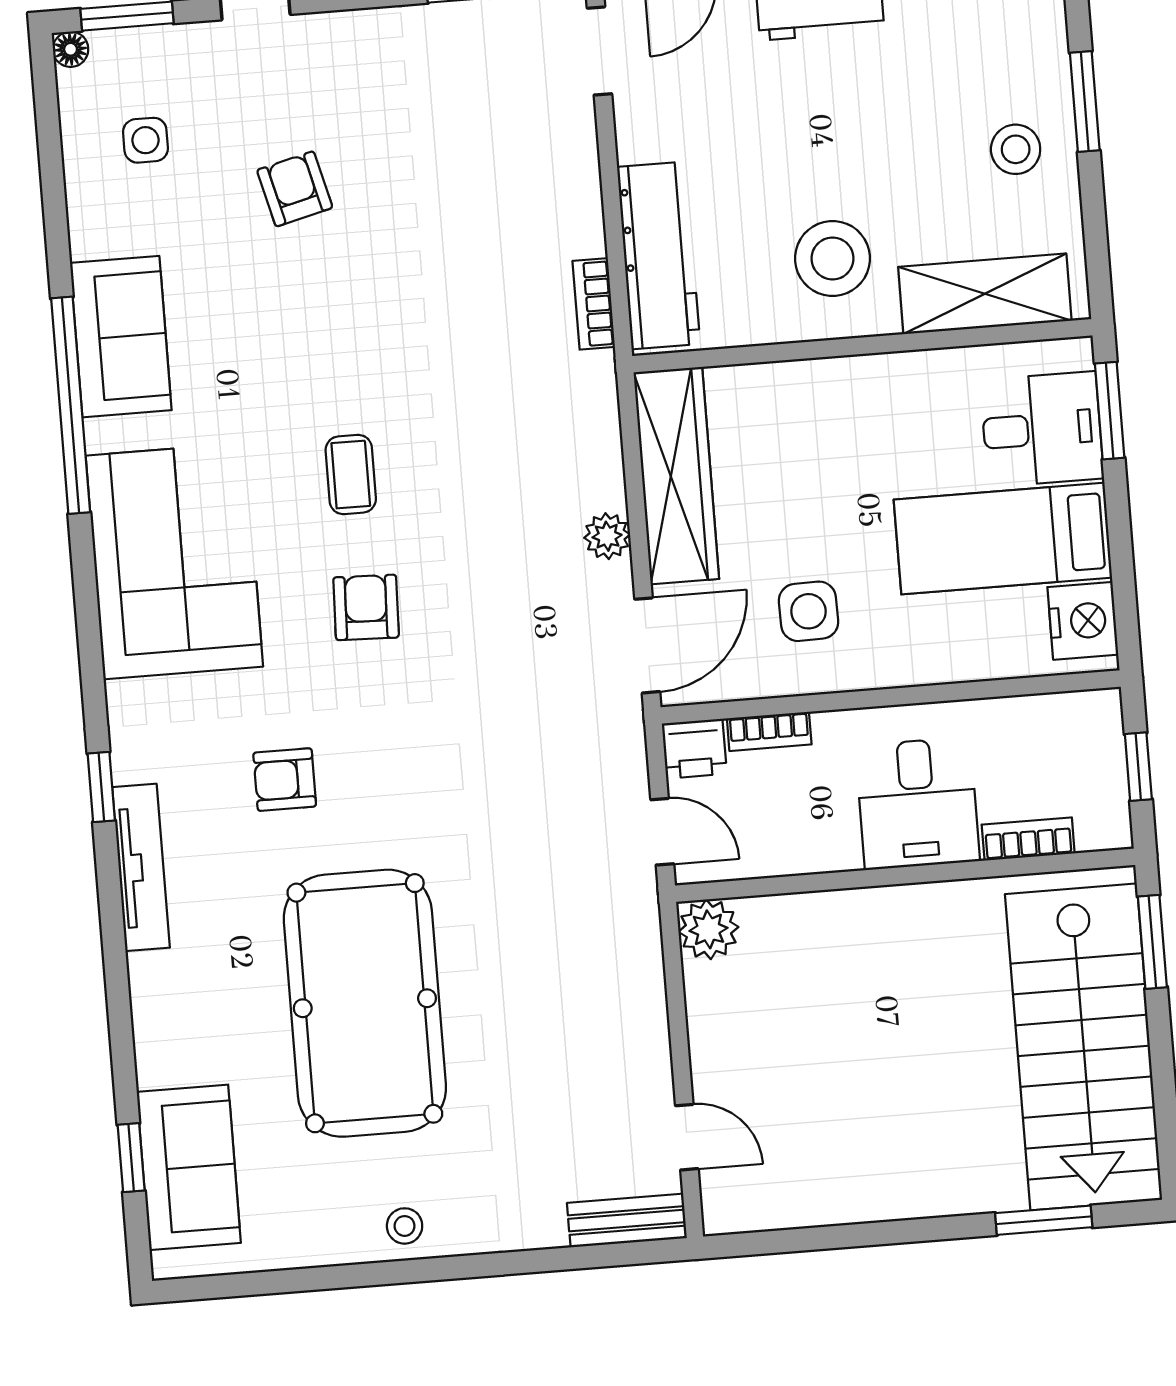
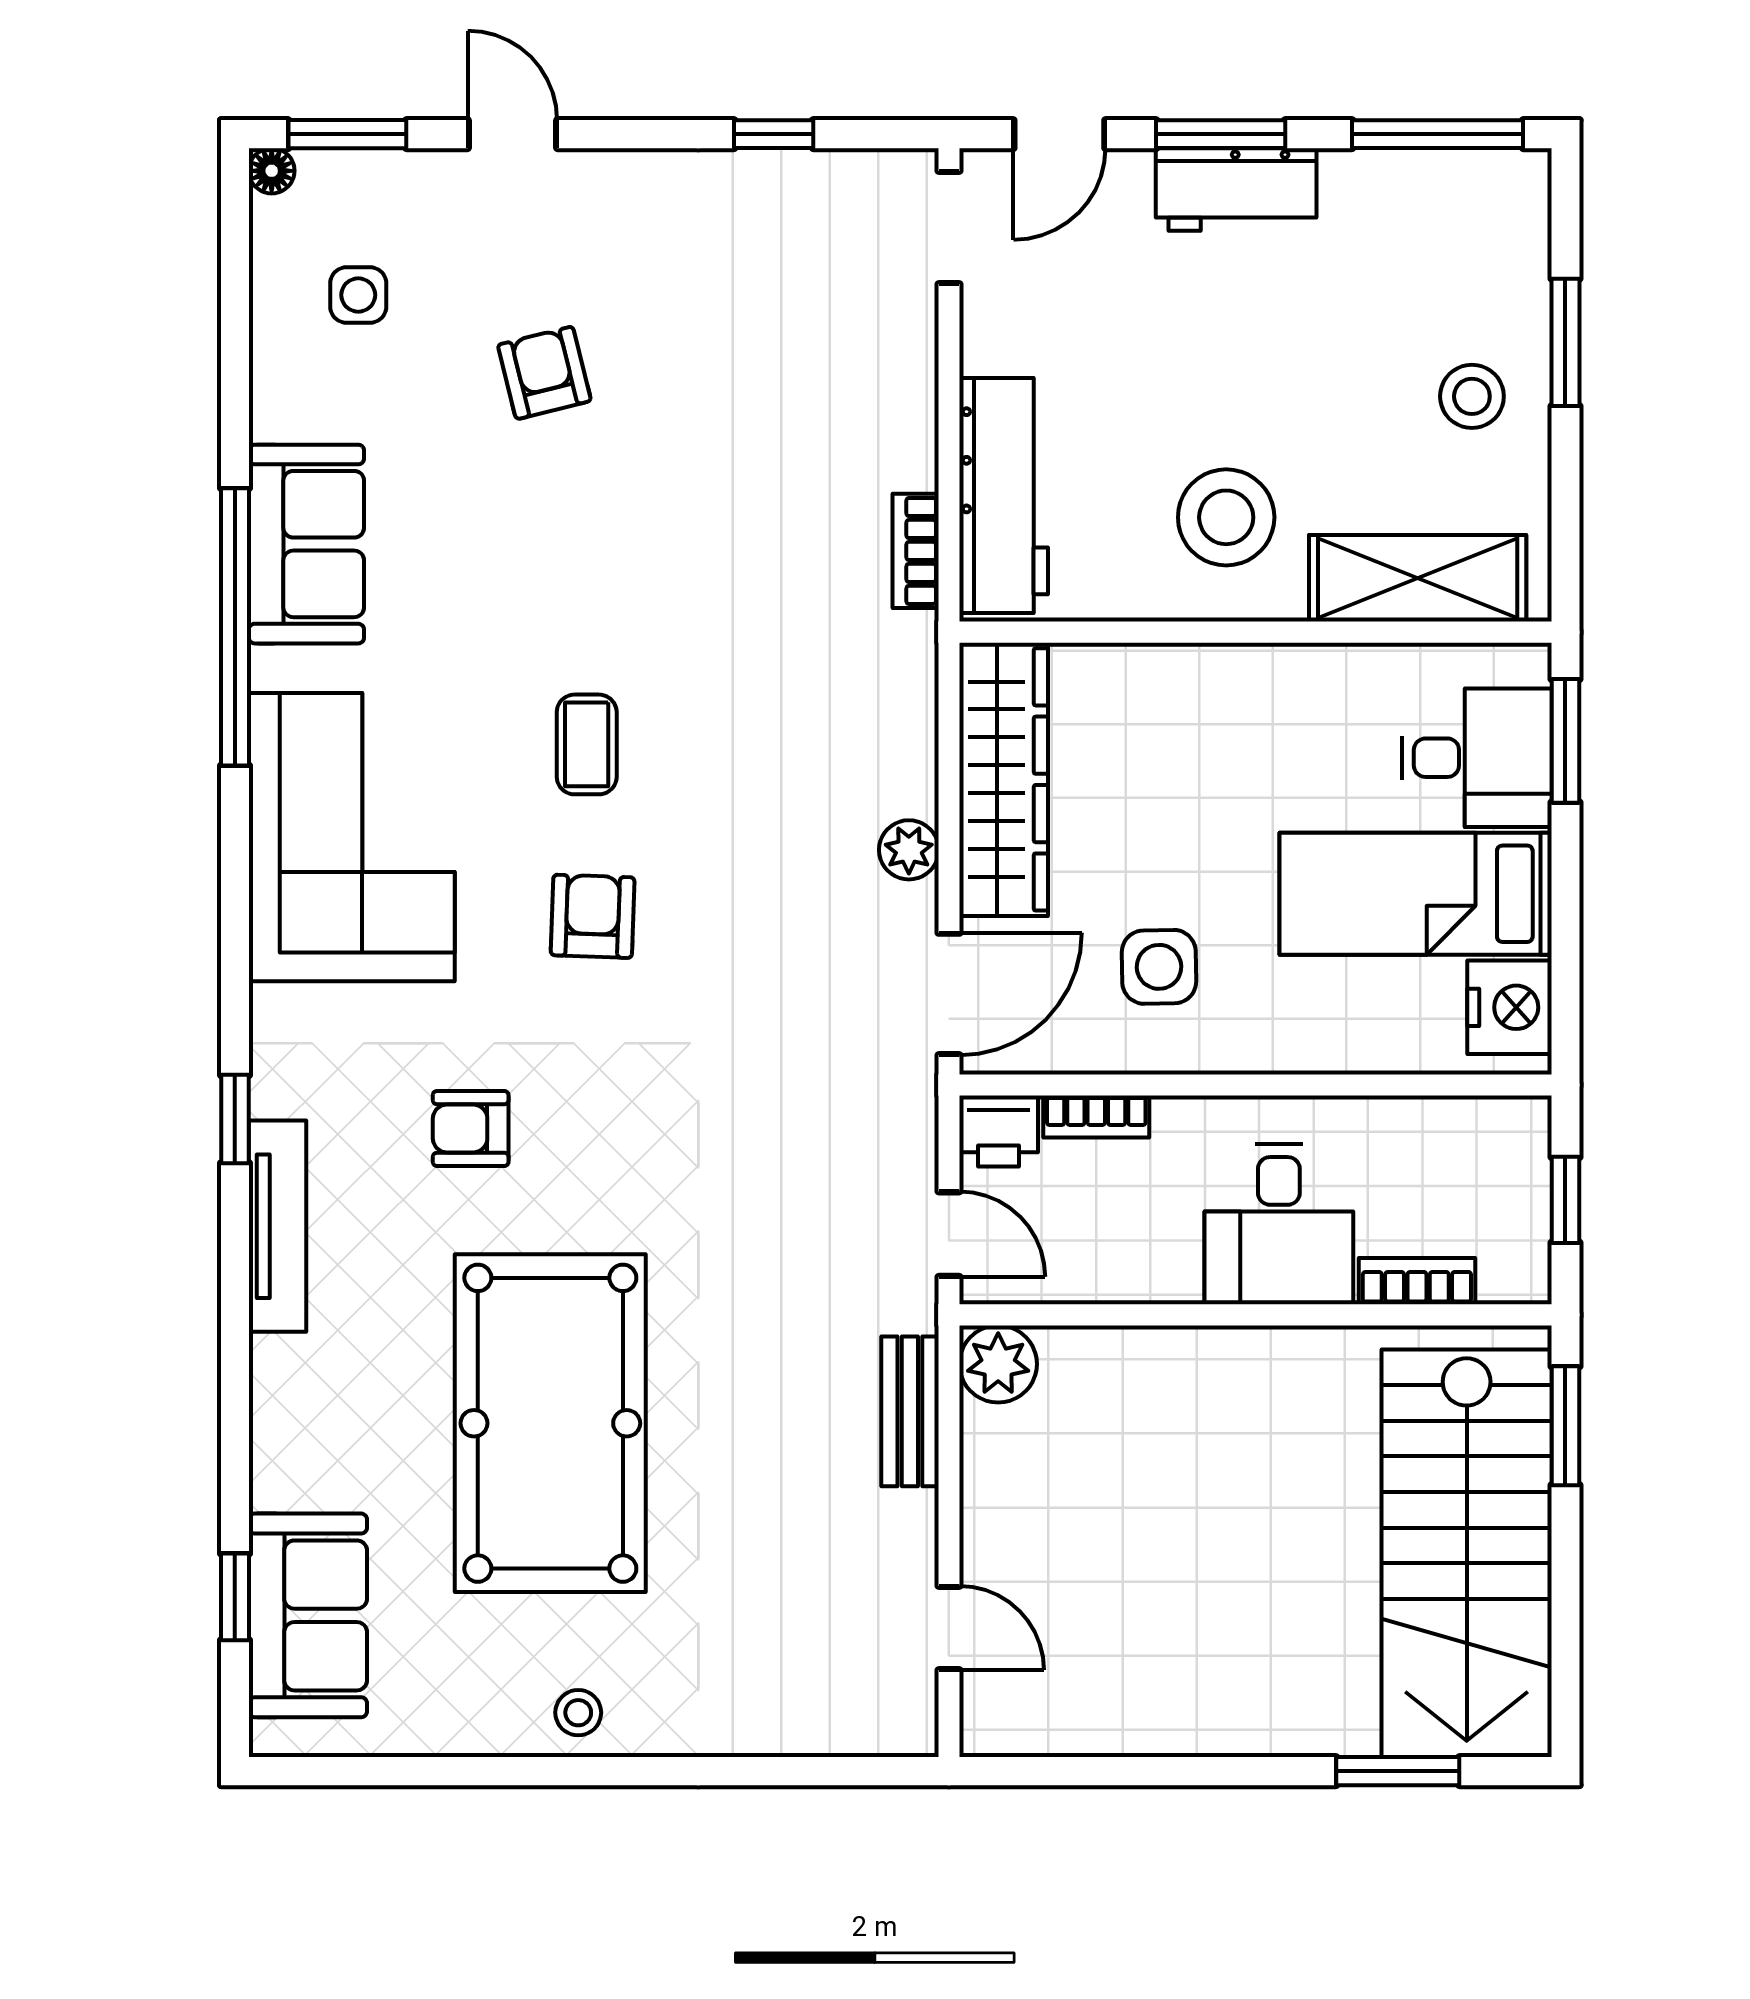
bench: (627, 1220) -> (910, 1411), moved, turned 90

